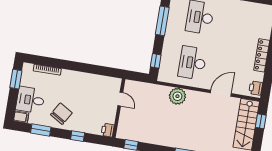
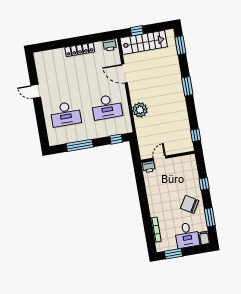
printer: (108, 130) -> (149, 167), moved

